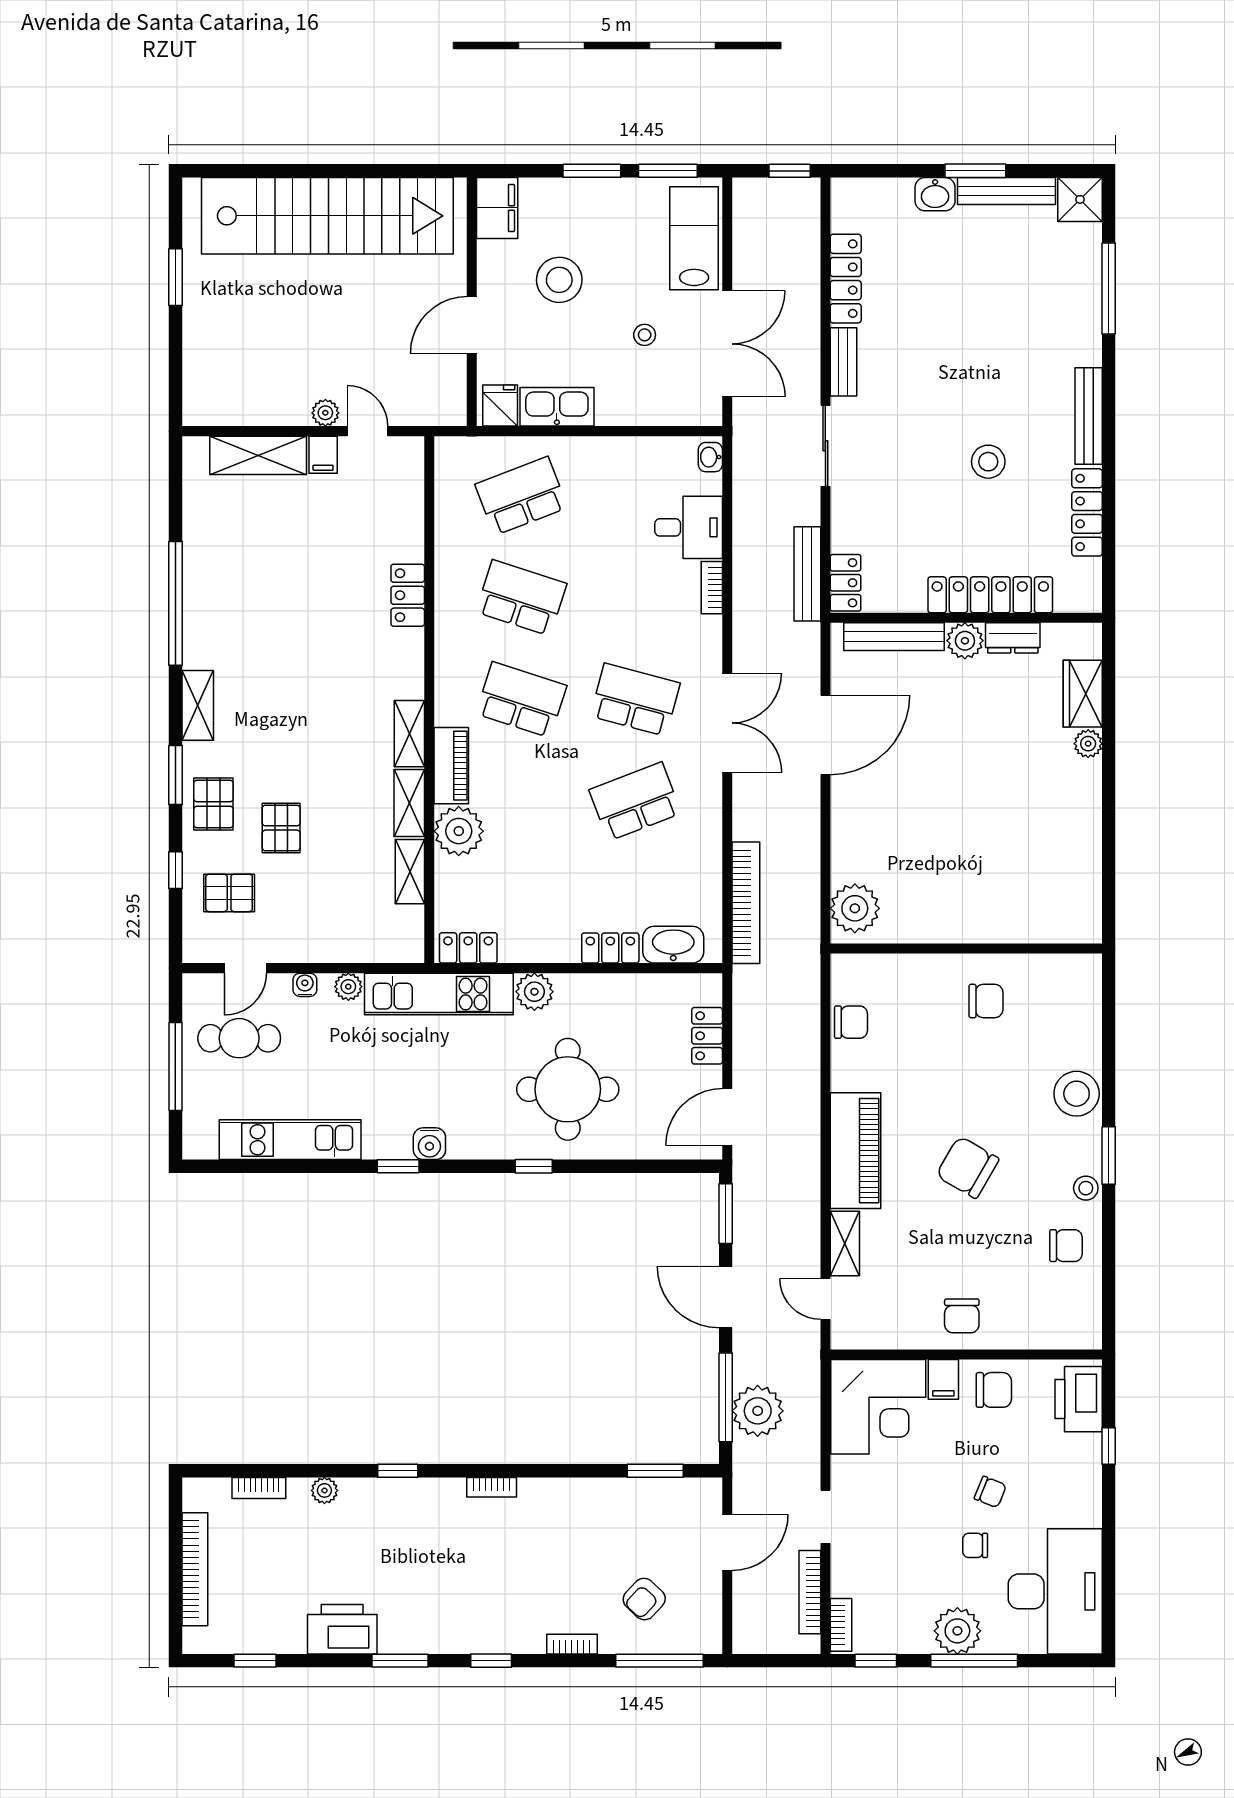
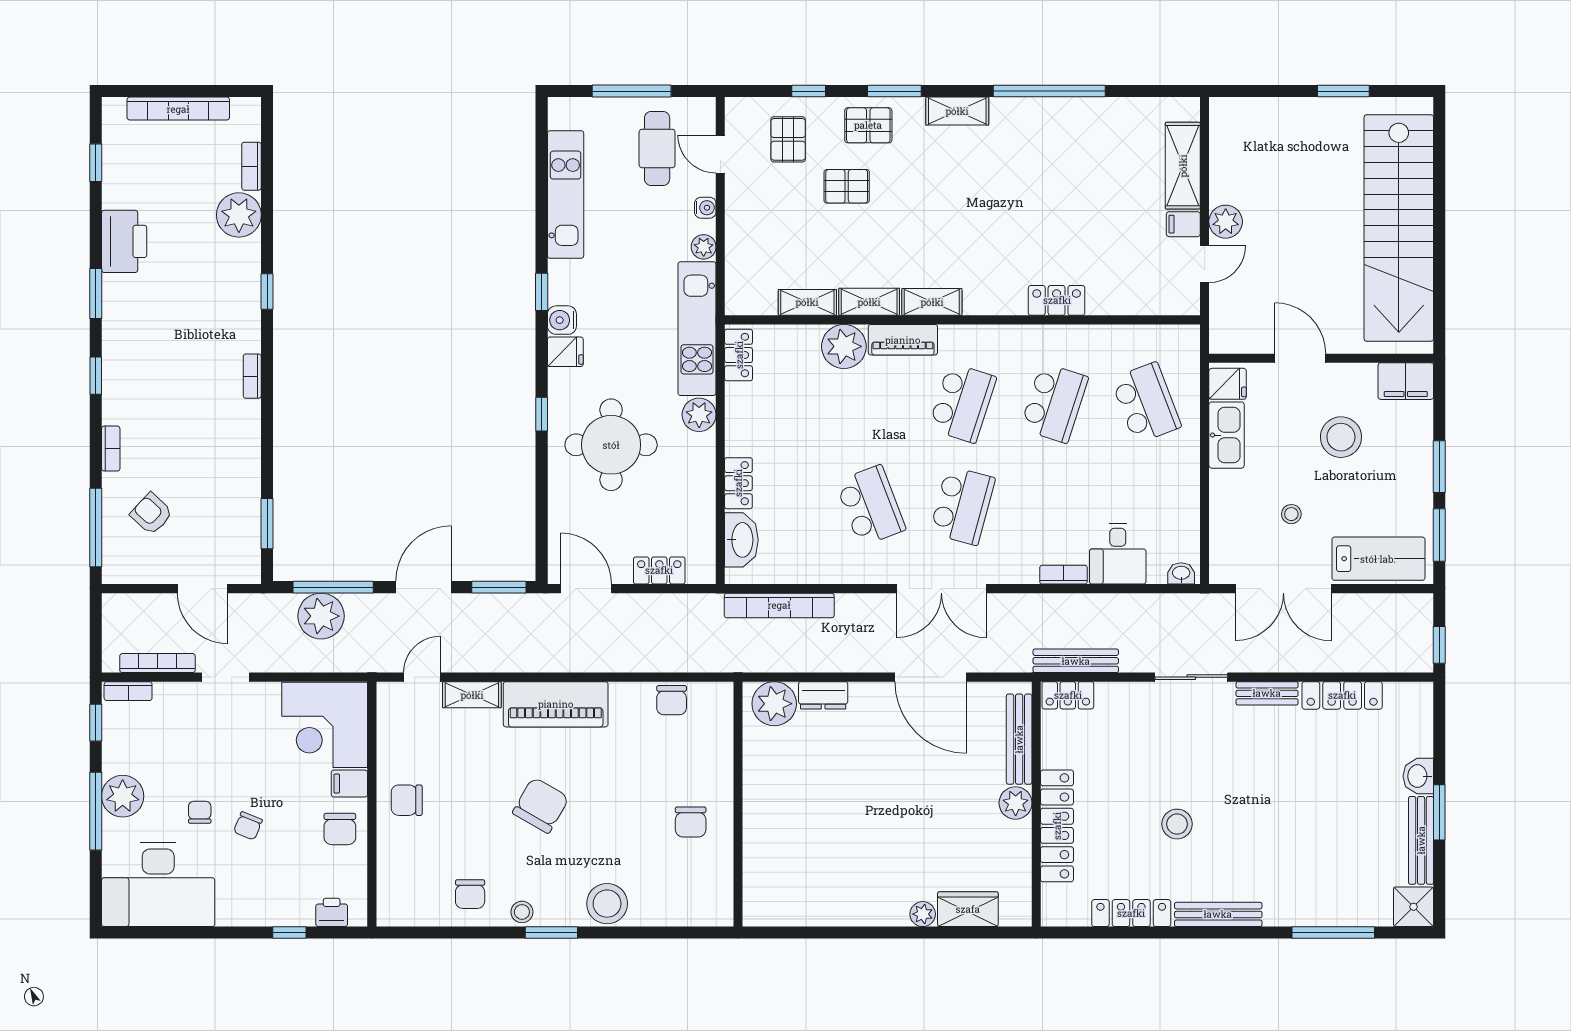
plant: (325, 413) -> (1226, 222), width x1.38, depth x1.38
dresser: (1013, 638) -> (823, 695), moved, turned -90
fridge: (465, 1140) -> (565, 352), added
printer: (1079, 1399) -> (332, 912), width x0.53, depth x0.68
plant: (324, 1490) -> (239, 215), width x1.87, depth x1.87

